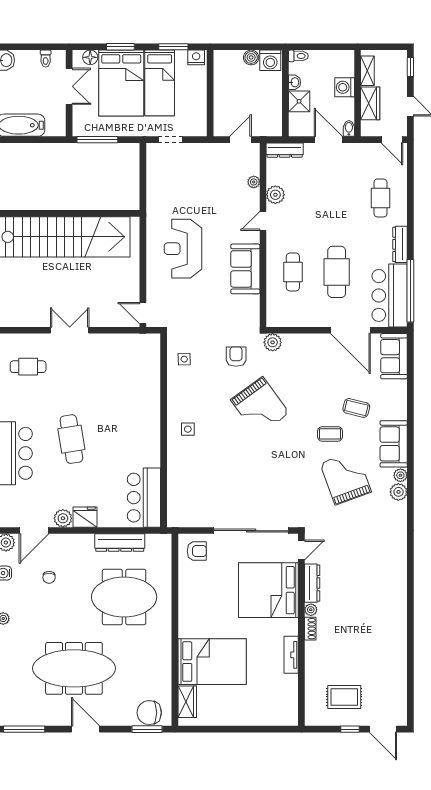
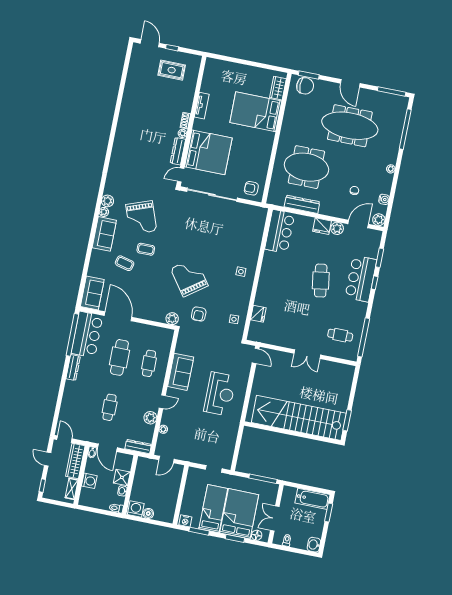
wardrobe: (370, 103) -> (75, 461), width x1.50
cafe table: (380, 198) -> (110, 407), moved
fridge: (151, 374) -> (258, 314), added

